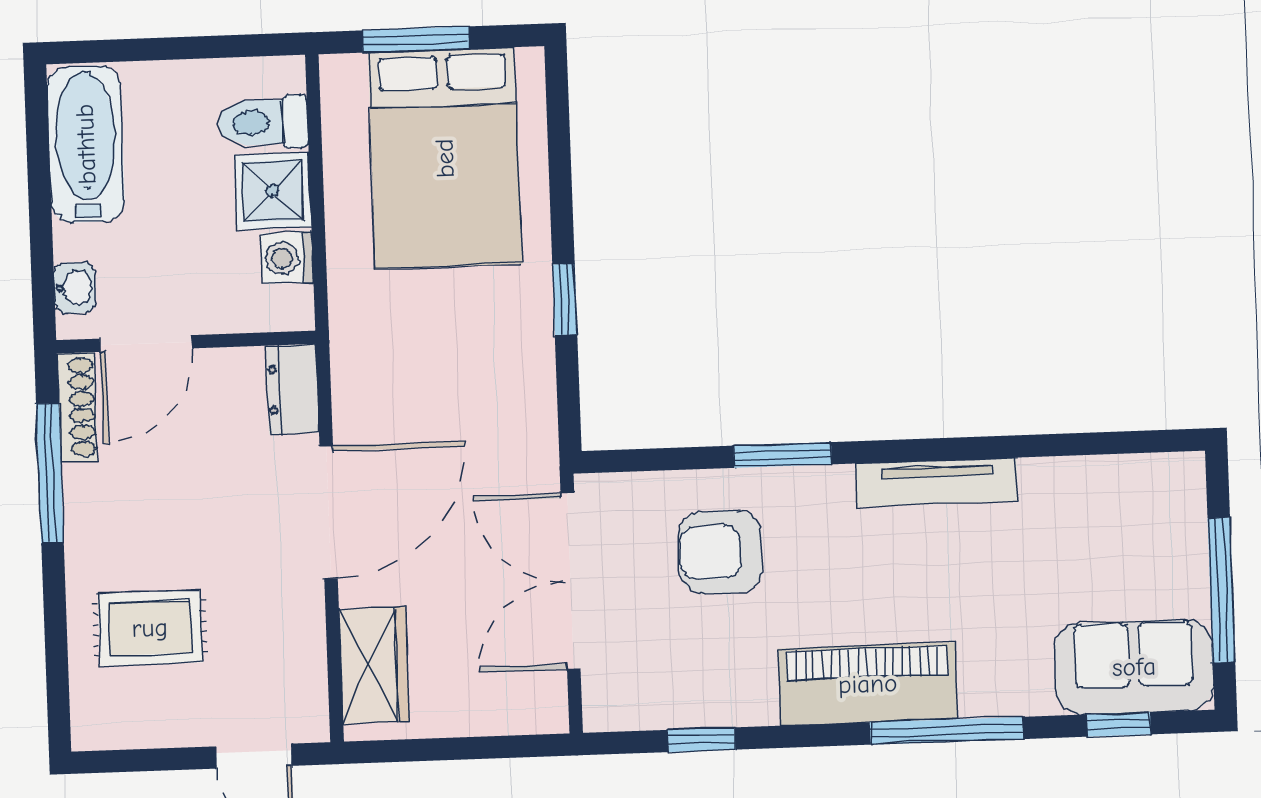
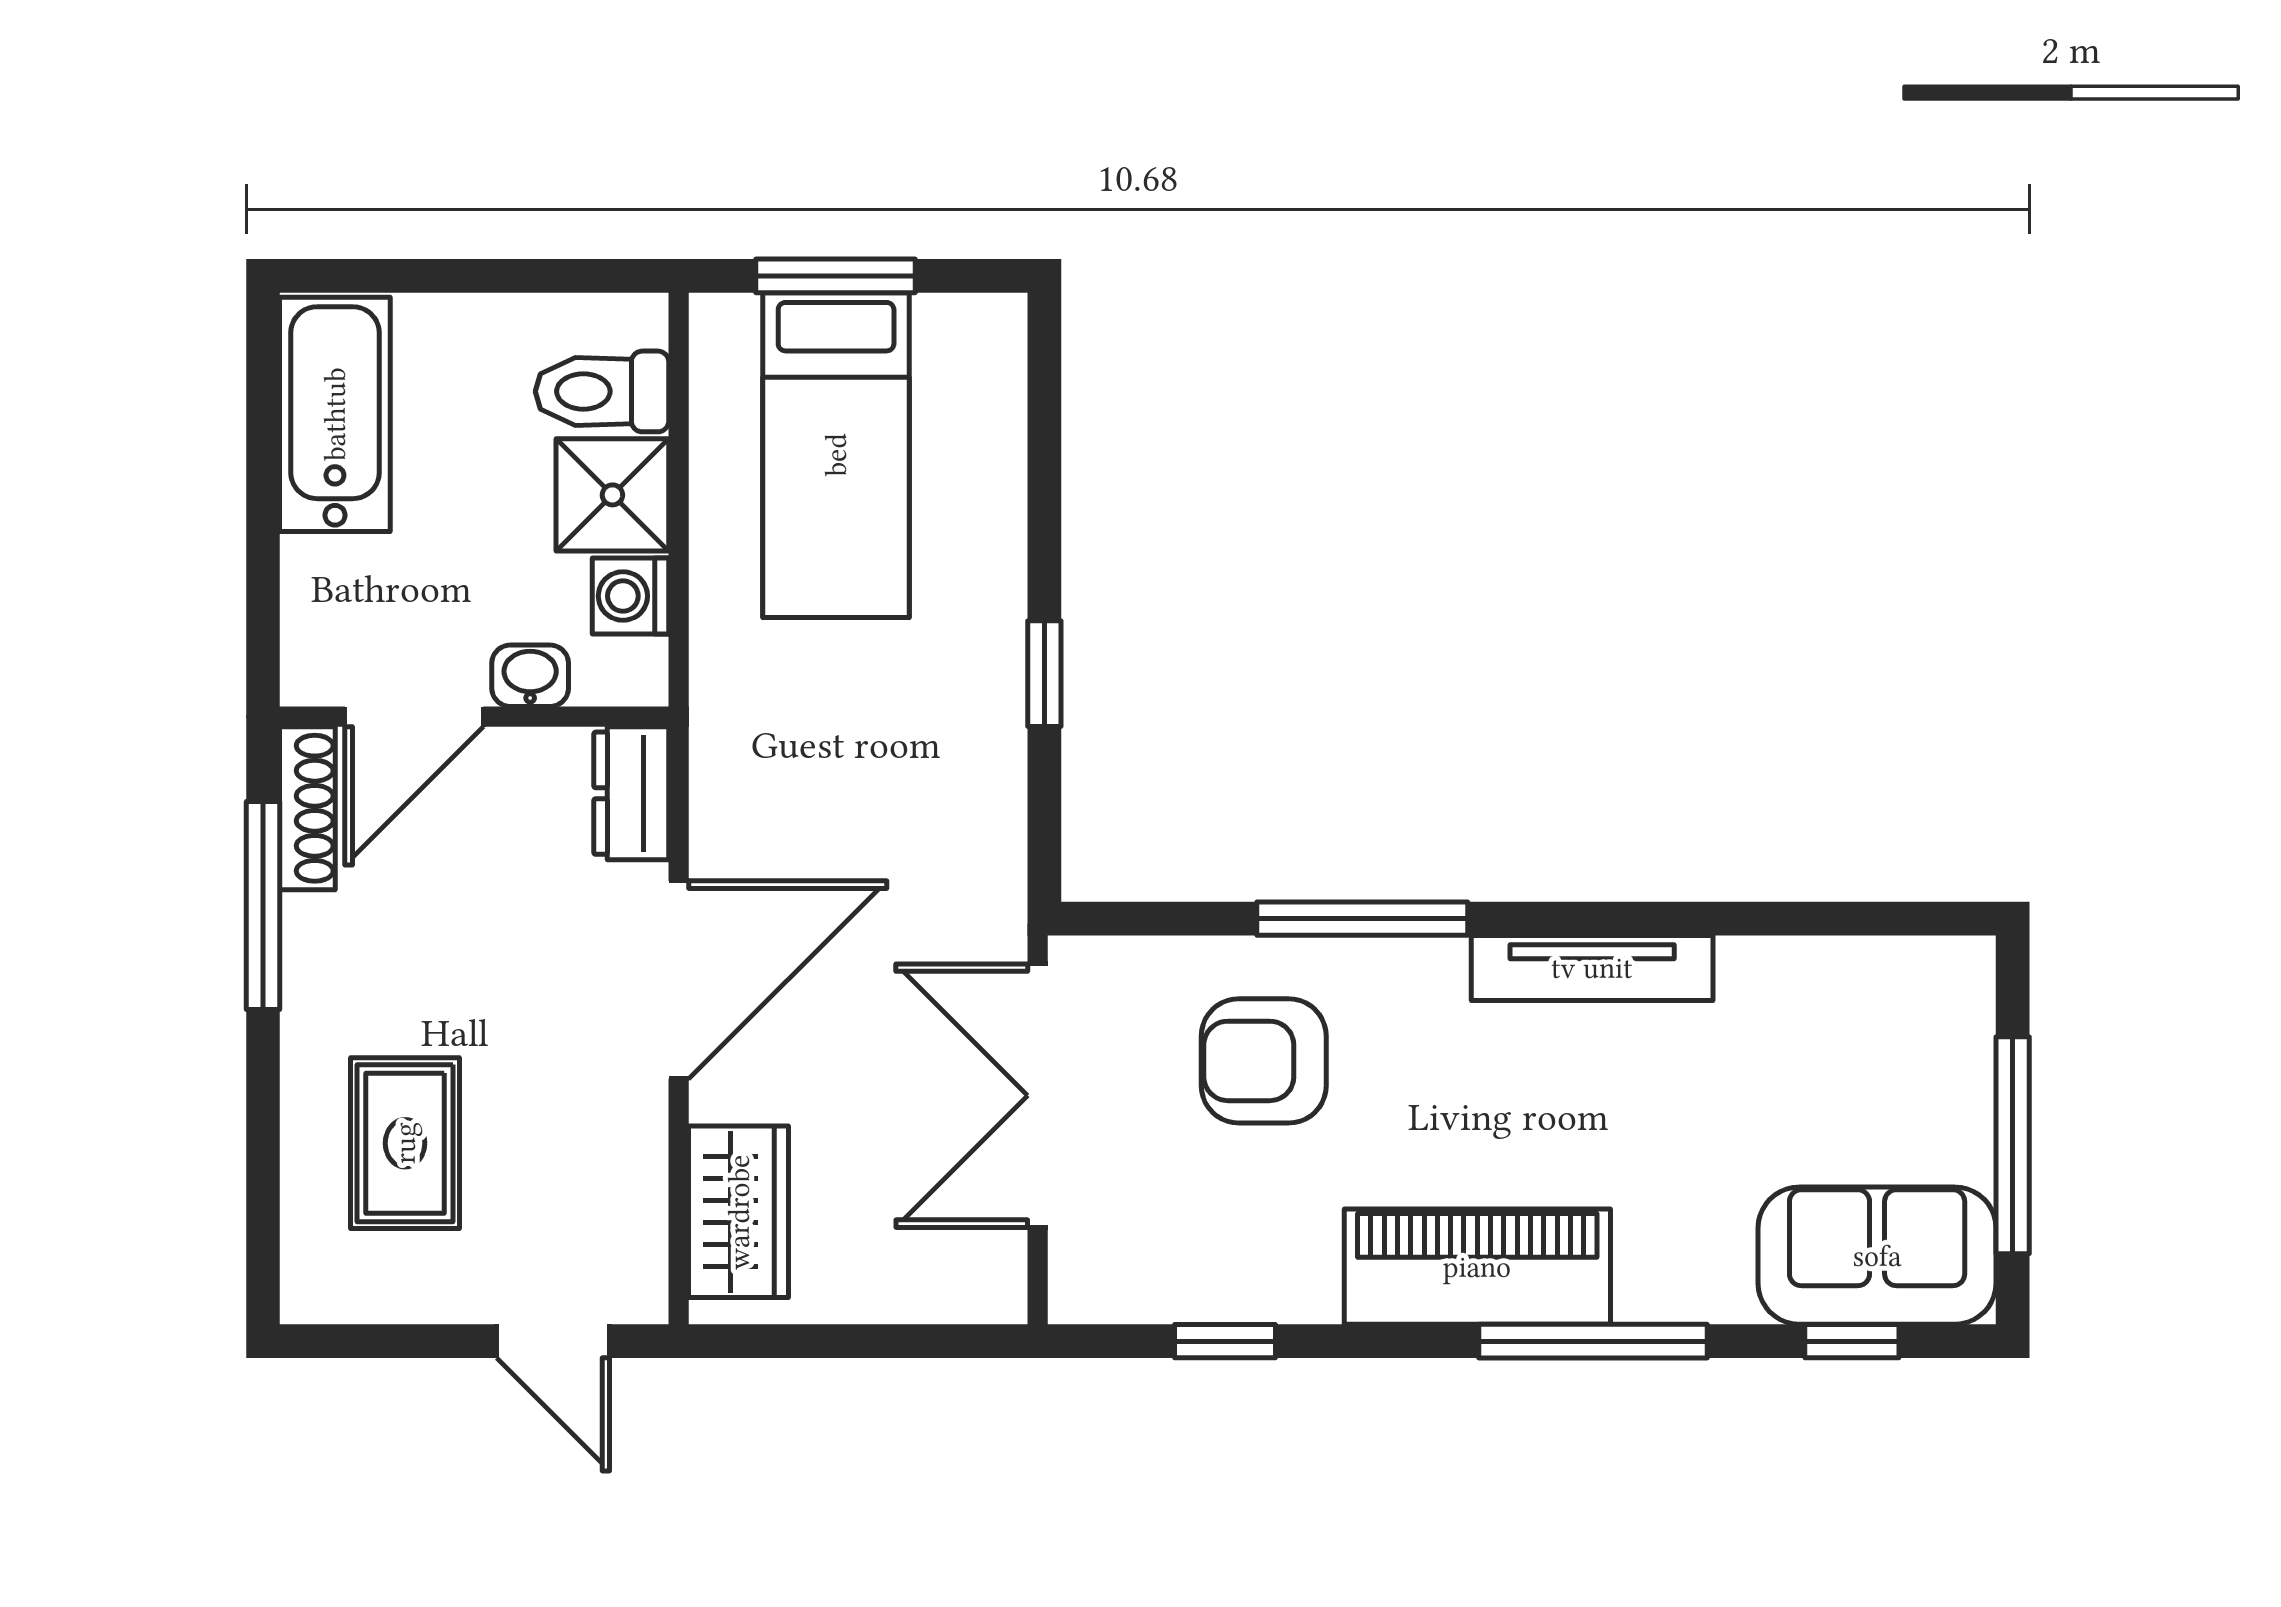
bed: (445, 158) -> (836, 455), width x0.67
washbasin: (75, 288) -> (530, 676), moved, turned -90
window: (783, 455) -> (1362, 919), width x1.44
rug: (150, 628) -> (405, 1143), turned 90

